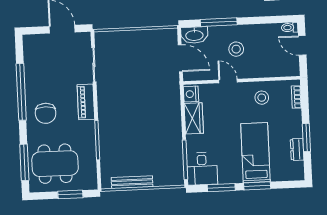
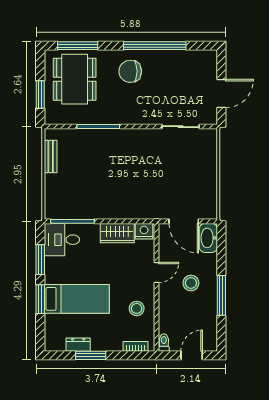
window: (219, 22) -> (221, 295), moved
toilet: (290, 28) -> (164, 343), moved
door: (180, 58) -> (184, 221), hinge flipped
piano: (86, 102) -> (141, 116), removed
bench: (132, 182) -> (51, 156), width x0.73

